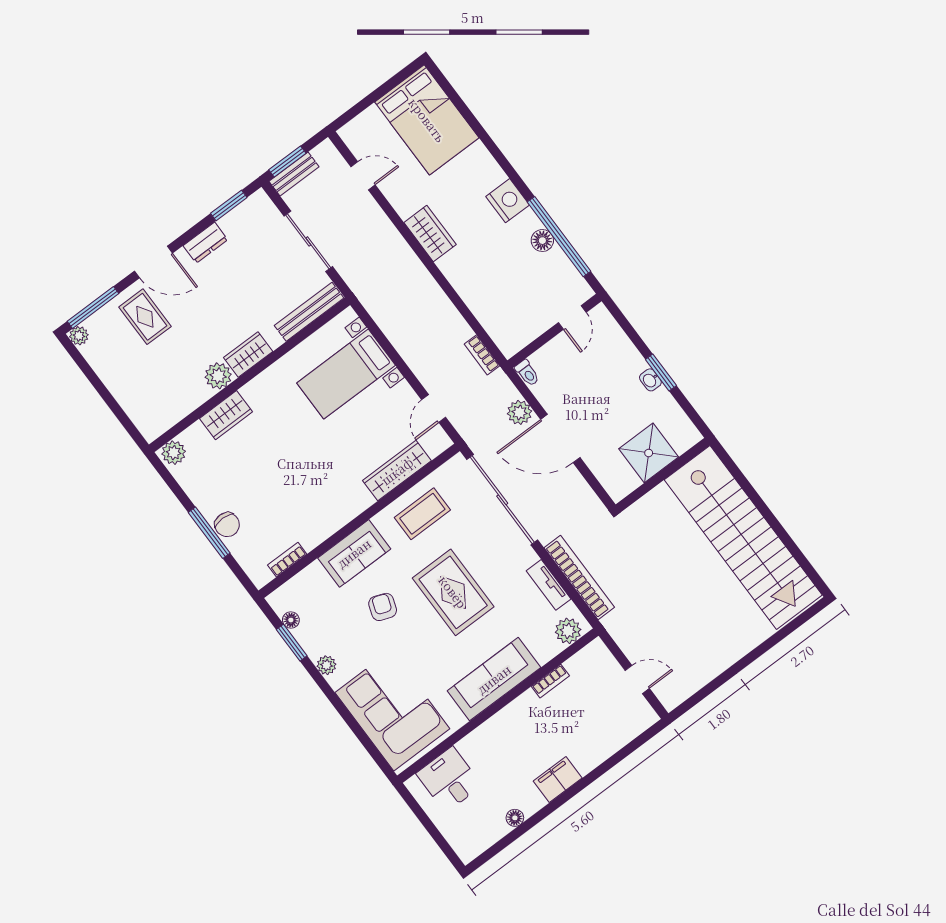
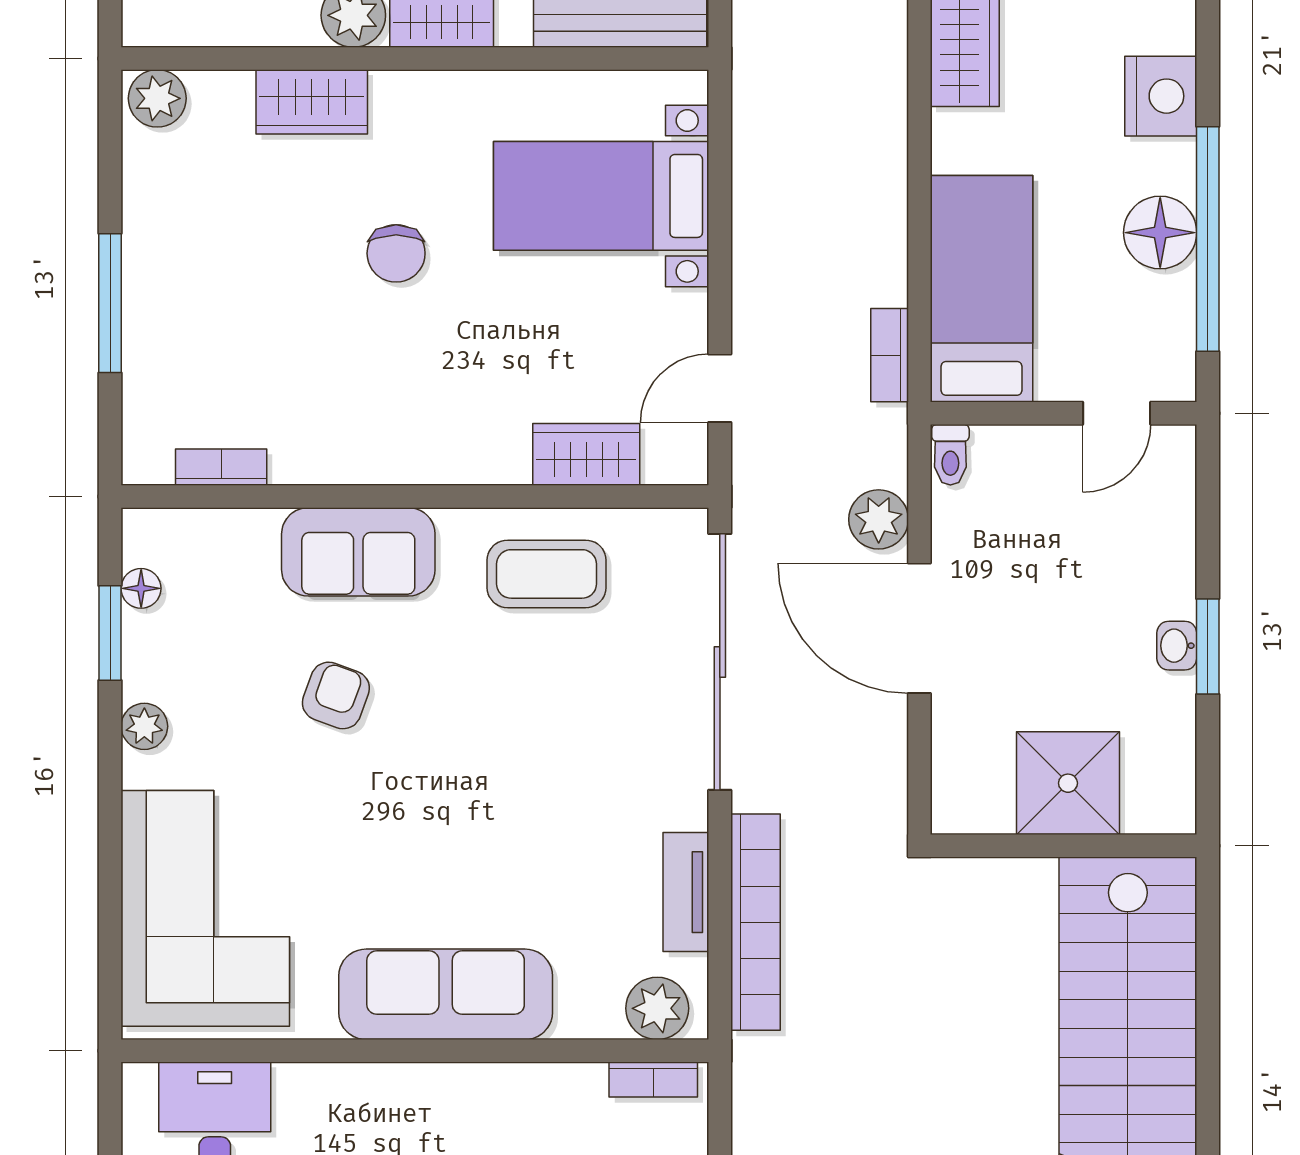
floor lamp: (542, 241) -> (1160, 233), width x1.38, depth x1.38
bed: (496, 310) -> (981, 289), added
wardrobe: (397, 471) -> (586, 454), width x0.67
chair: (227, 525) -> (396, 253), moved
rug: (453, 592) -> (492, 769), removed
bookcase: (550, 681) -> (653, 1080), moved

